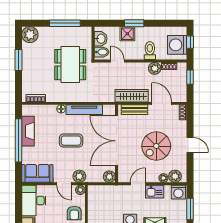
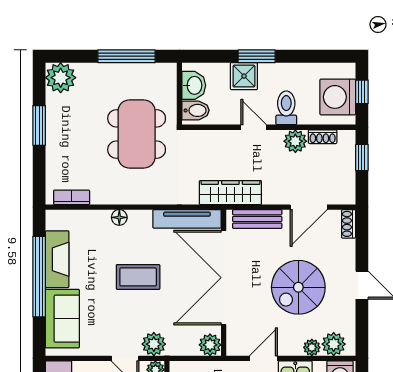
door: (117, 61) -> (254, 127), moved
wardrobe: (132, 96) -> (230, 193), moved
door: (162, 103) -> (309, 207), swing flipped
tv unit: (84, 110) -> (187, 219), moved
sofa: (37, 173) -> (62, 319), moved, turned 90

